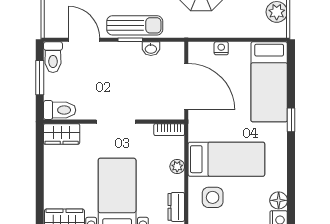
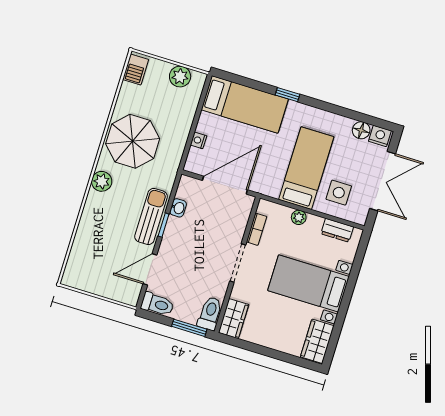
window: (40, 78) -> (189, 328), moved
bookcase: (169, 130) -> (256, 229), moved

